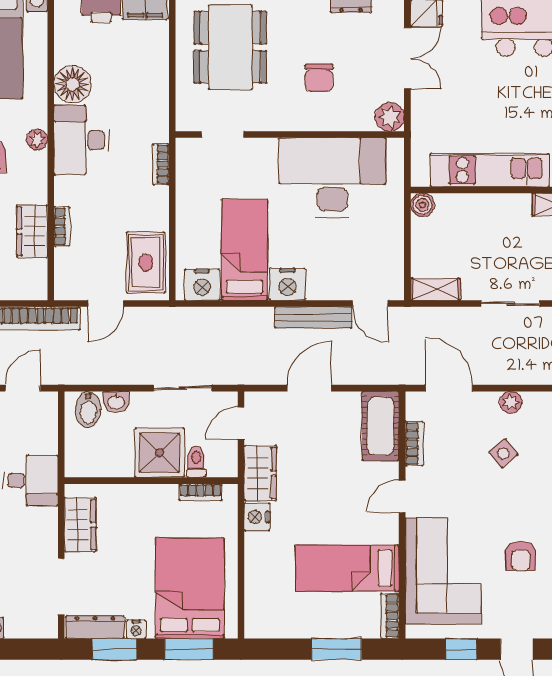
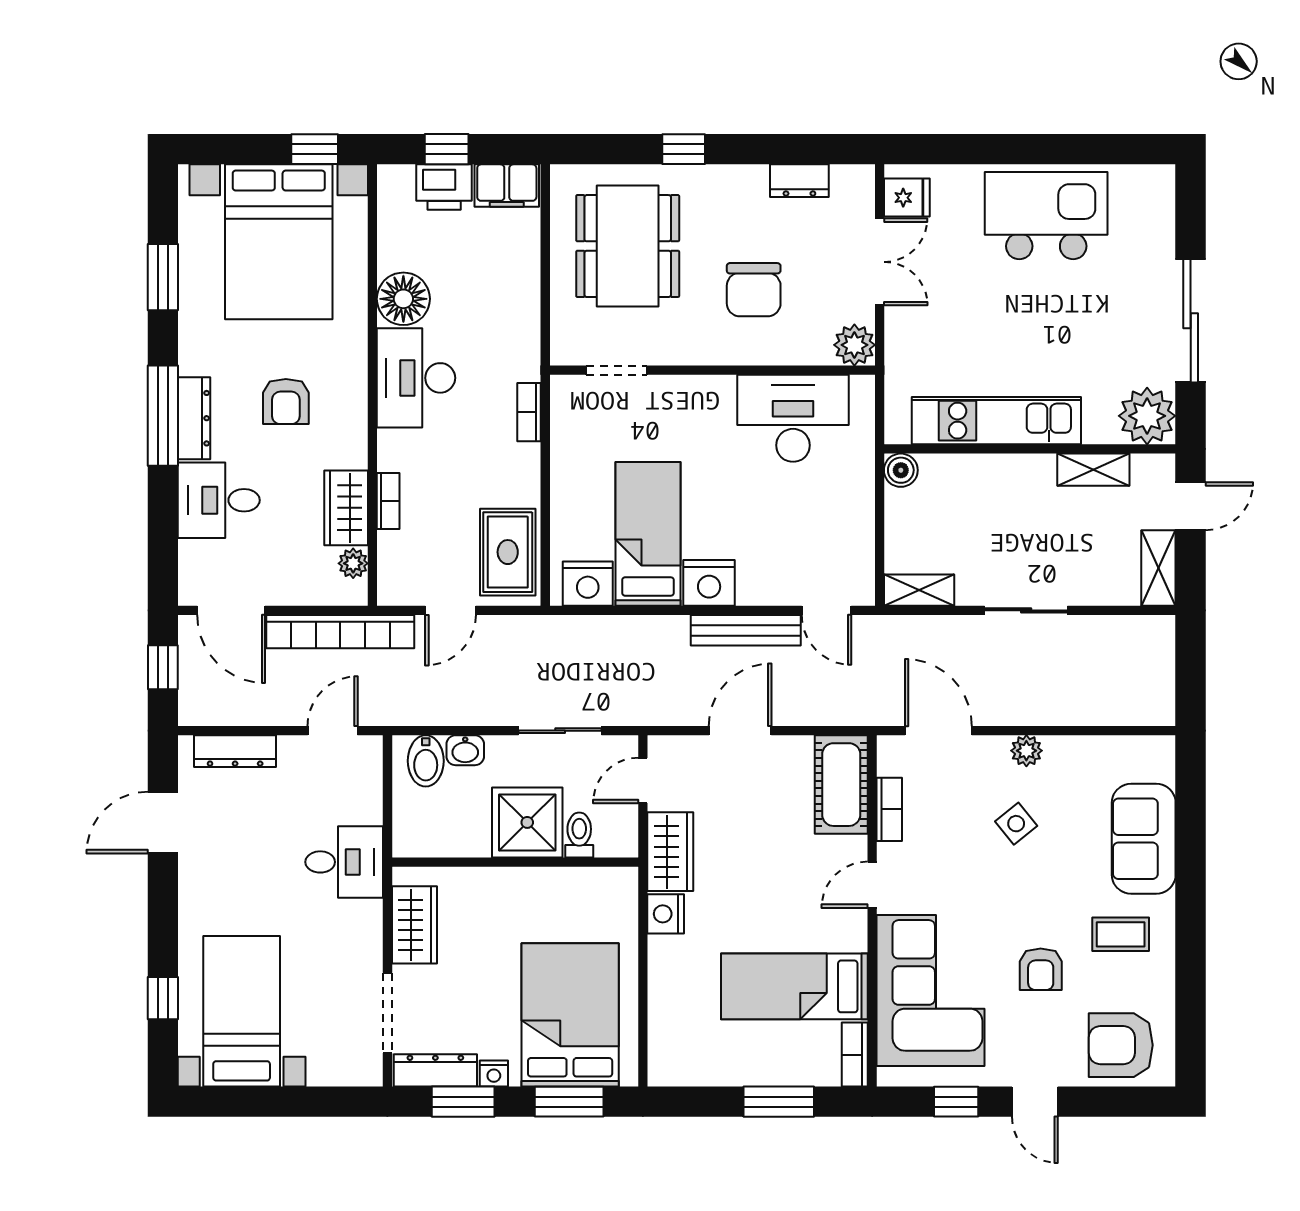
chair: (319, 78) -> (754, 290), width x1.37, depth x1.37
plant: (37, 140) -> (353, 563), moved
desk: (332, 178) -> (793, 418), width x0.73, depth x0.77
bookcase: (200, 492) -> (585, 879), removed

